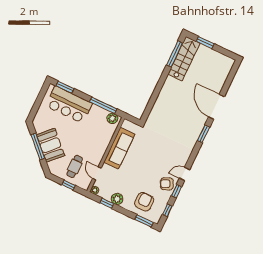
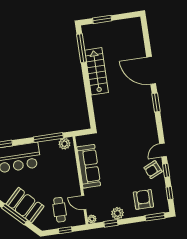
stairs: (184, 59) -> (96, 71), moved

